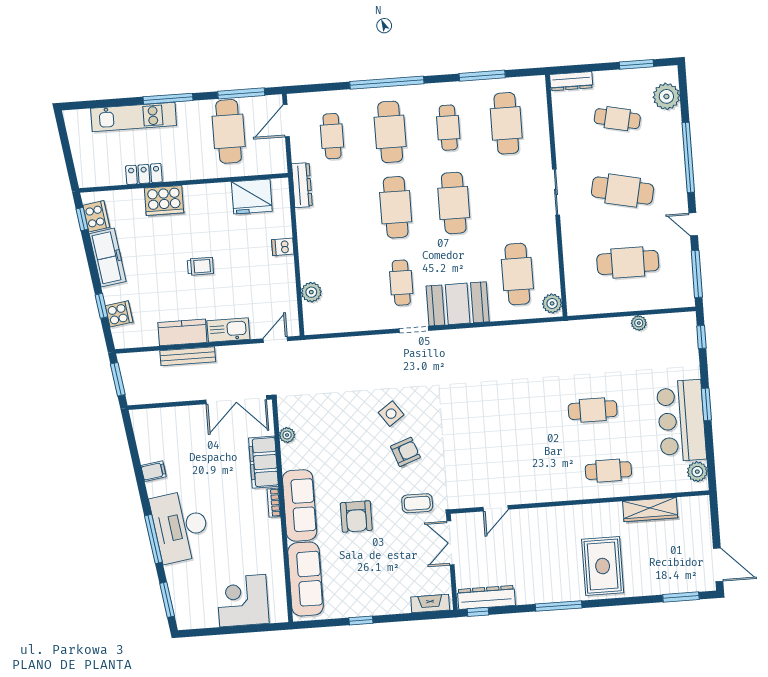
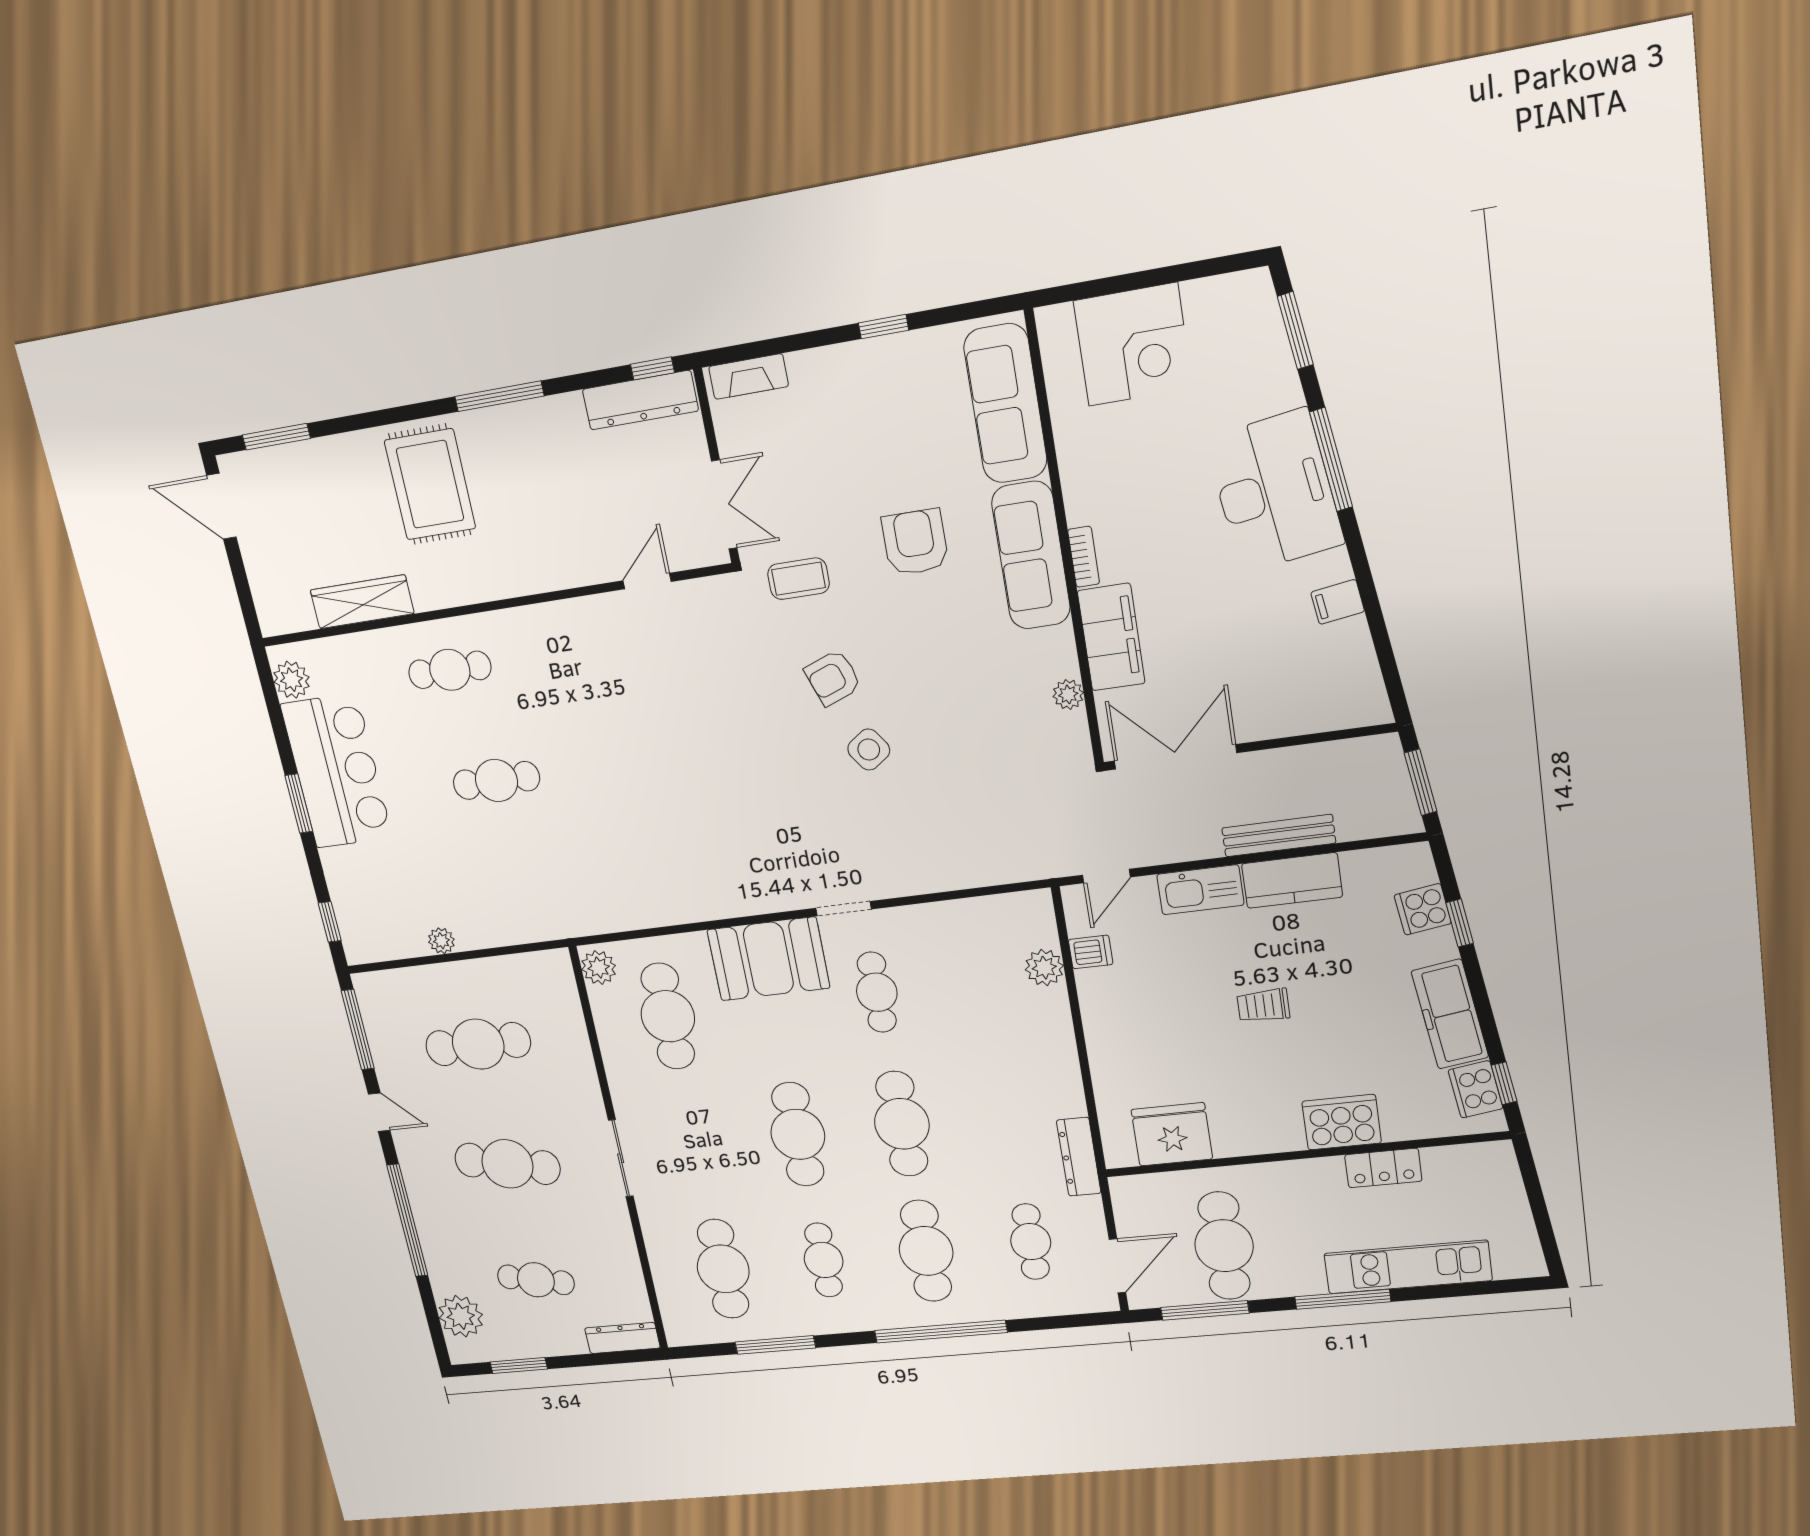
dishwasher: (283, 247) -> (1091, 952), moved

